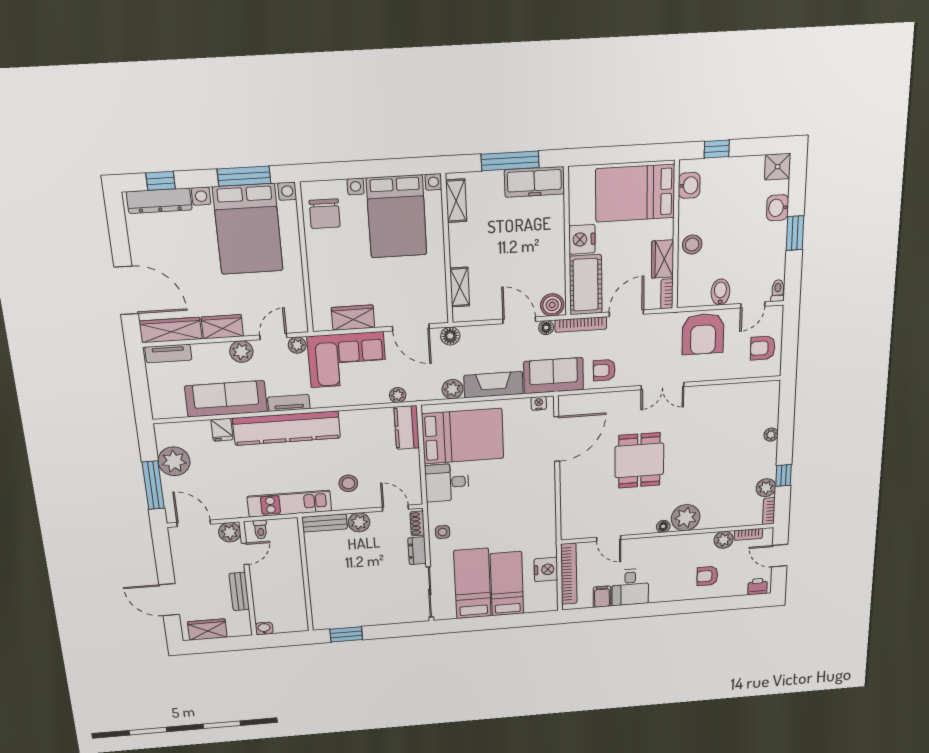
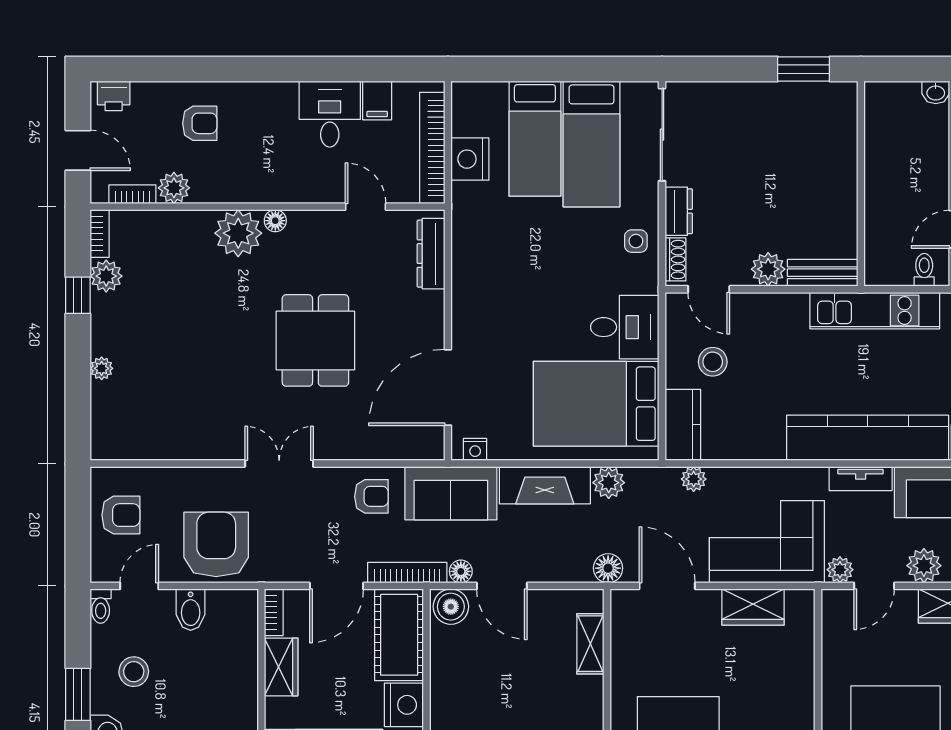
stool: (692, 244) -> (134, 672), moved
stool: (348, 483) -> (713, 362), moved
dresser: (569, 515) -> (431, 254), added

